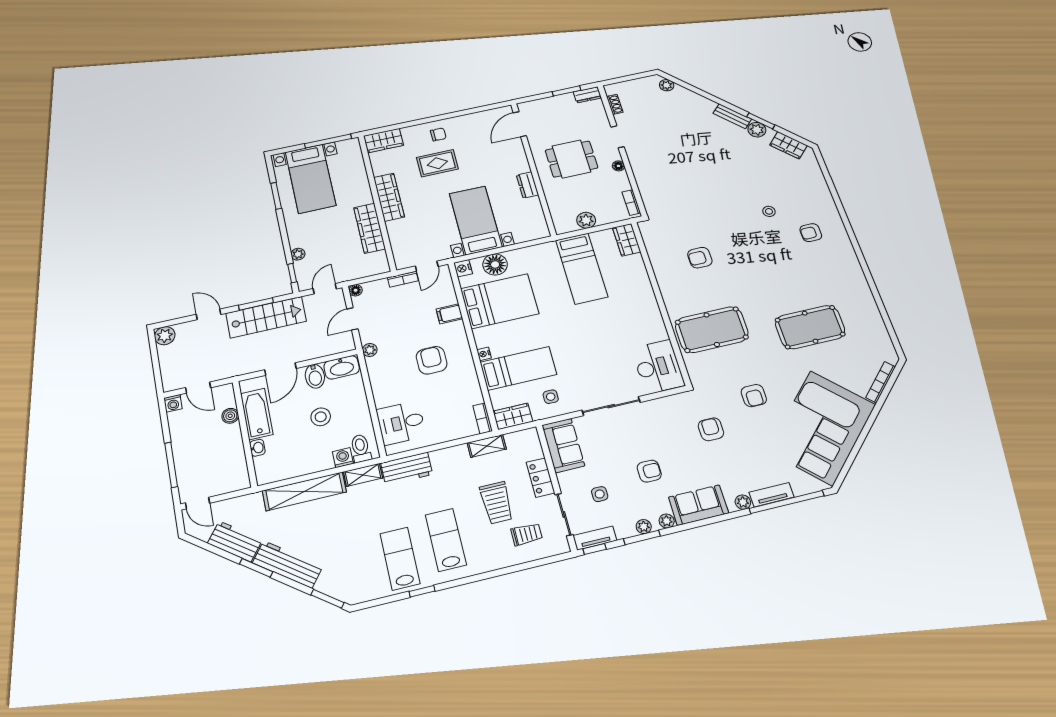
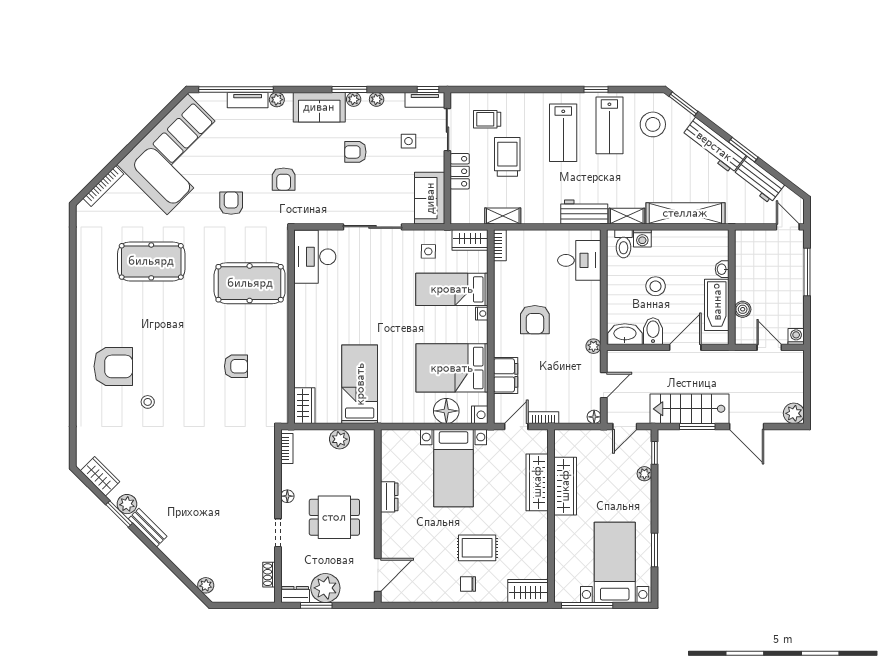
plant: (563, 105) -> (325, 588), added
wardrobe: (389, 197) -> (537, 482), moved
armchair: (811, 233) -> (113, 366), width x1.88, depth x1.88
door: (209, 314) -> (747, 426), width x1.38
filing cabinet: (449, 314) -> (506, 375), width x2.00
window: (642, 537) -> (349, 89), moved
stool: (355, 570) -> (653, 124), added

